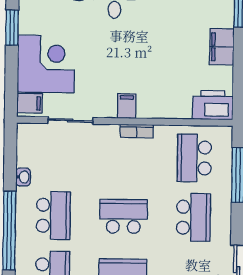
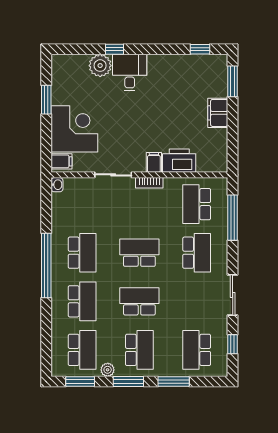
printer: (213, 105) -> (179, 161), moved
filing cabinet: (127, 106) -> (154, 162), moved
sliding door: (70, 121) -> (113, 175), moved
washbasin: (23, 177) -> (57, 185), moved

